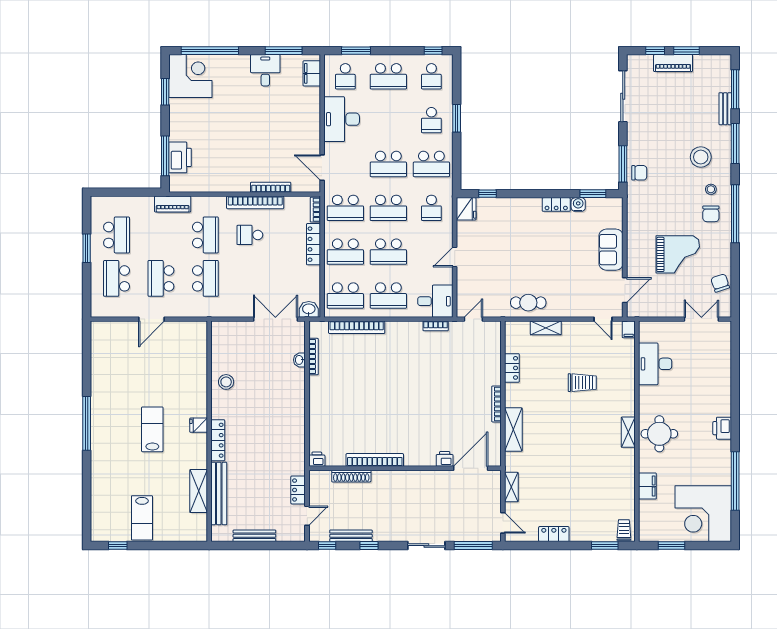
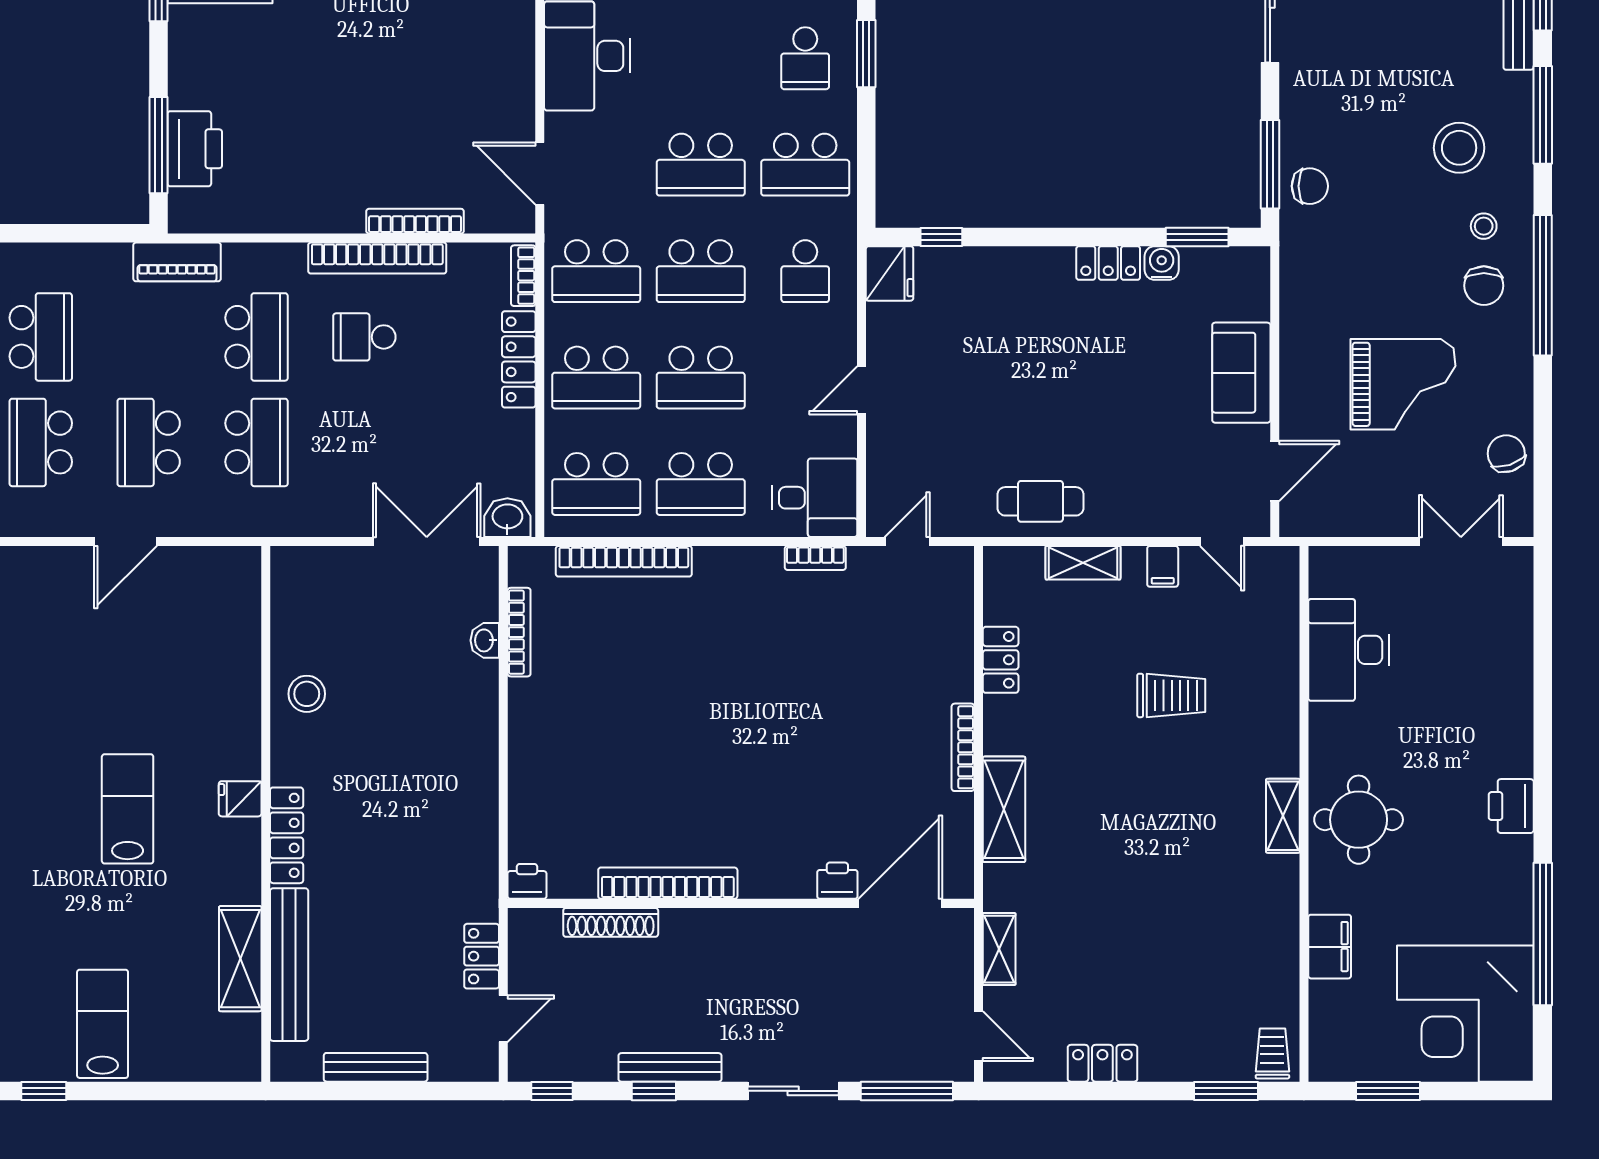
filing cabinet: (629, 329) -> (1163, 566), moved
lab bench: (142, 518) -> (103, 1024), turned 180
bench: (351, 536) -> (670, 1067), moved

